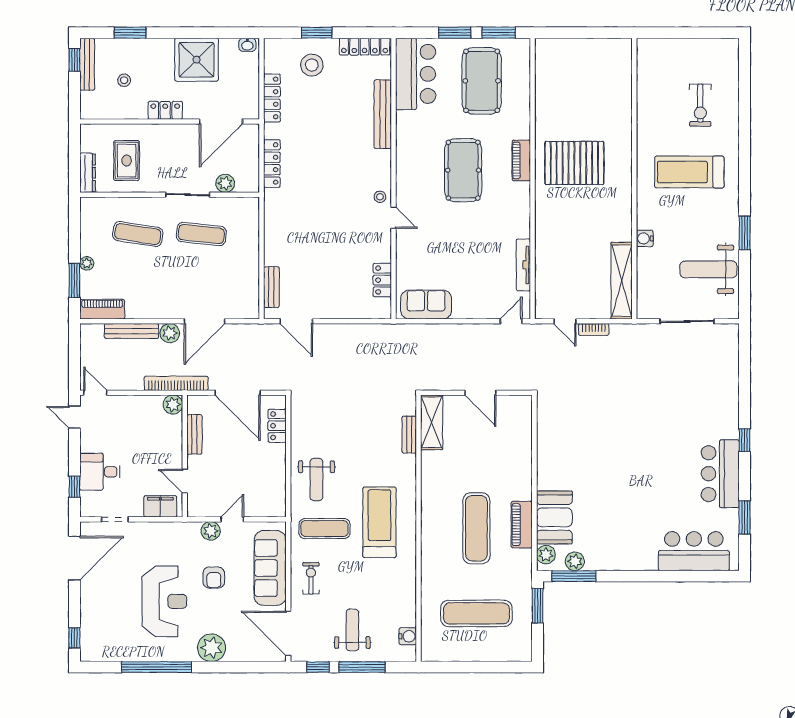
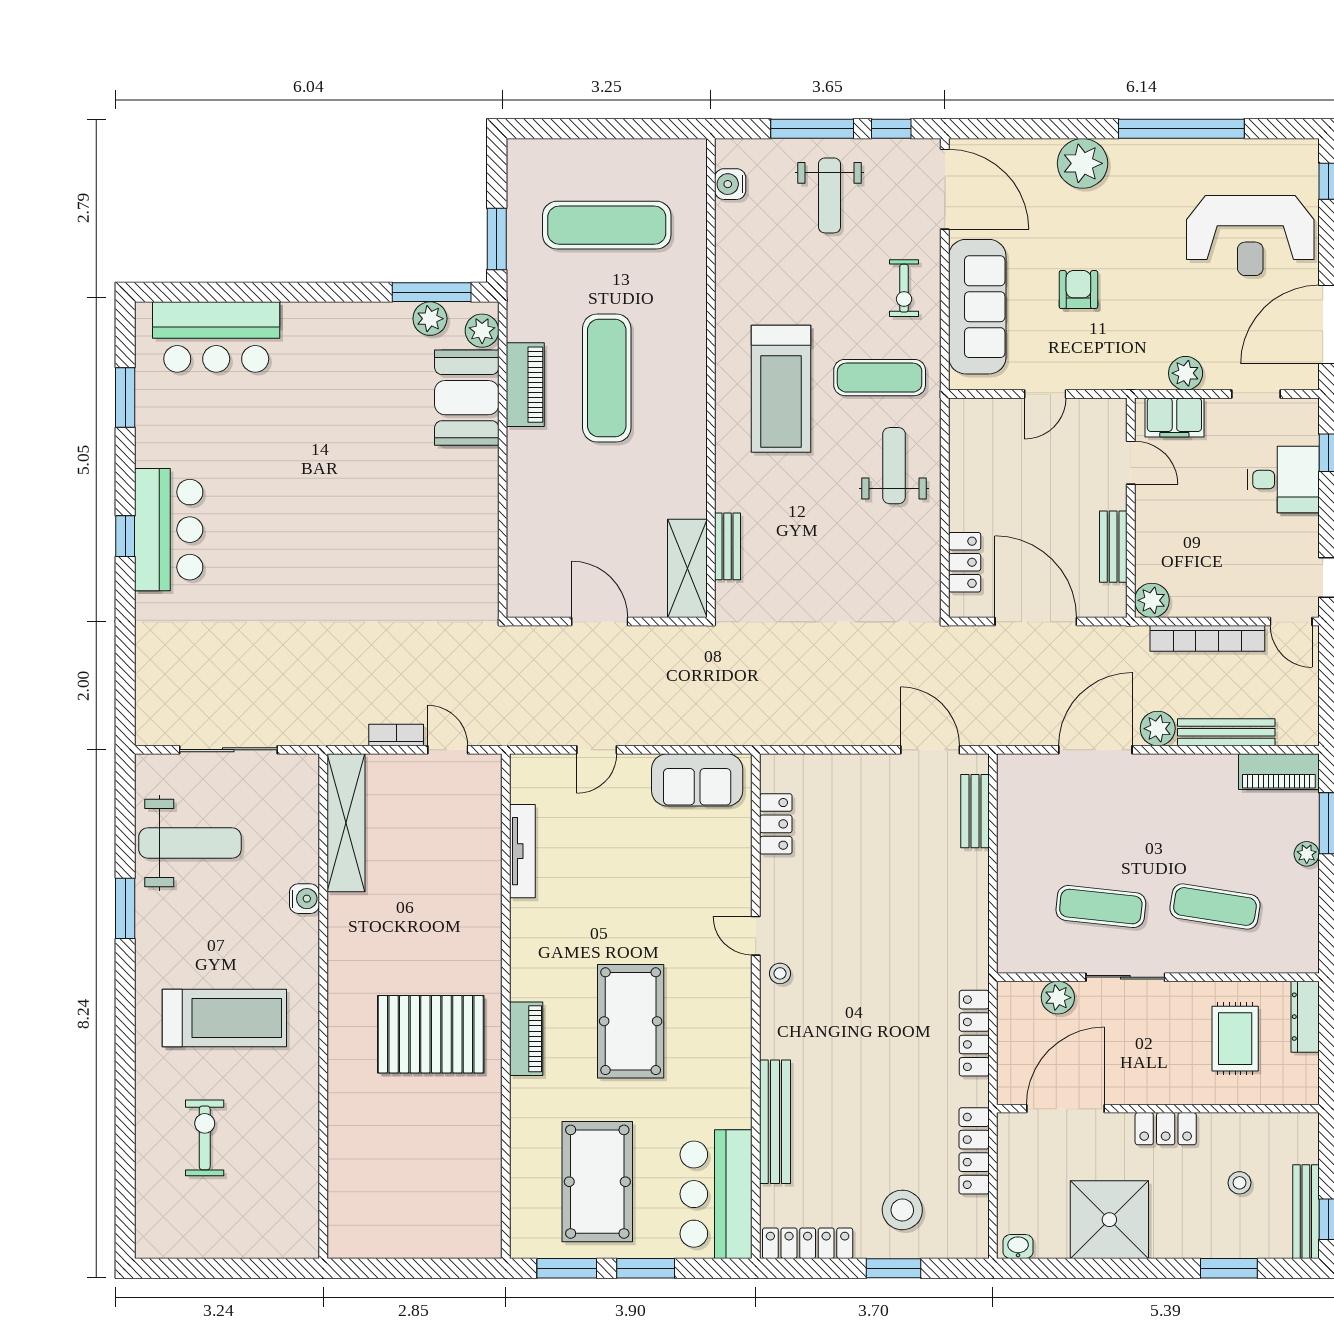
door: (511, 321) -> (597, 750), moved
bookcase: (176, 383) -> (1207, 638), moved
bar counter: (720, 474) -> (169, 530), moved
plant: (211, 531) -> (1186, 373), moved
reception desk: (164, 601) -> (1250, 236), moved, turned -90

